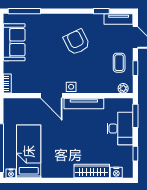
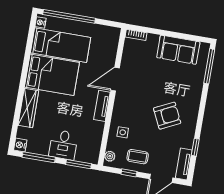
side table: (71, 87) -> (123, 132), moved
tv unit: (84, 104) -> (102, 106), width x0.71
desk: (120, 129) -> (63, 145), width x0.73
window: (135, 154) -> (39, 157), width x2.17
bed: (57, 155) -> (52, 75), added
nightstand: (116, 173) -> (20, 145), moved

